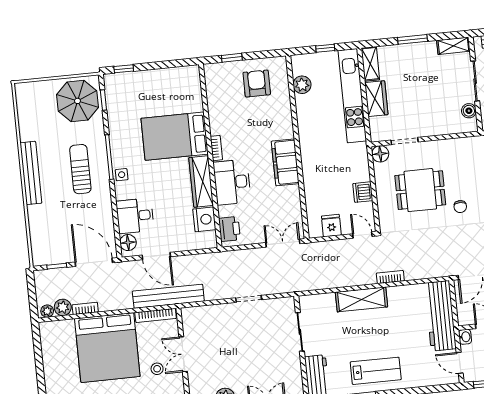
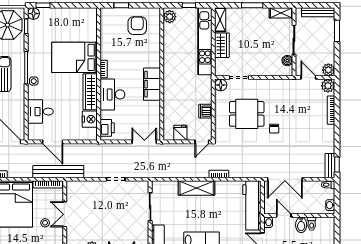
plant: (302, 85) -> (170, 17), moved
door: (362, 235) -> (202, 142), swing flipped
floor lamp: (128, 243) -> (33, 14), moved

